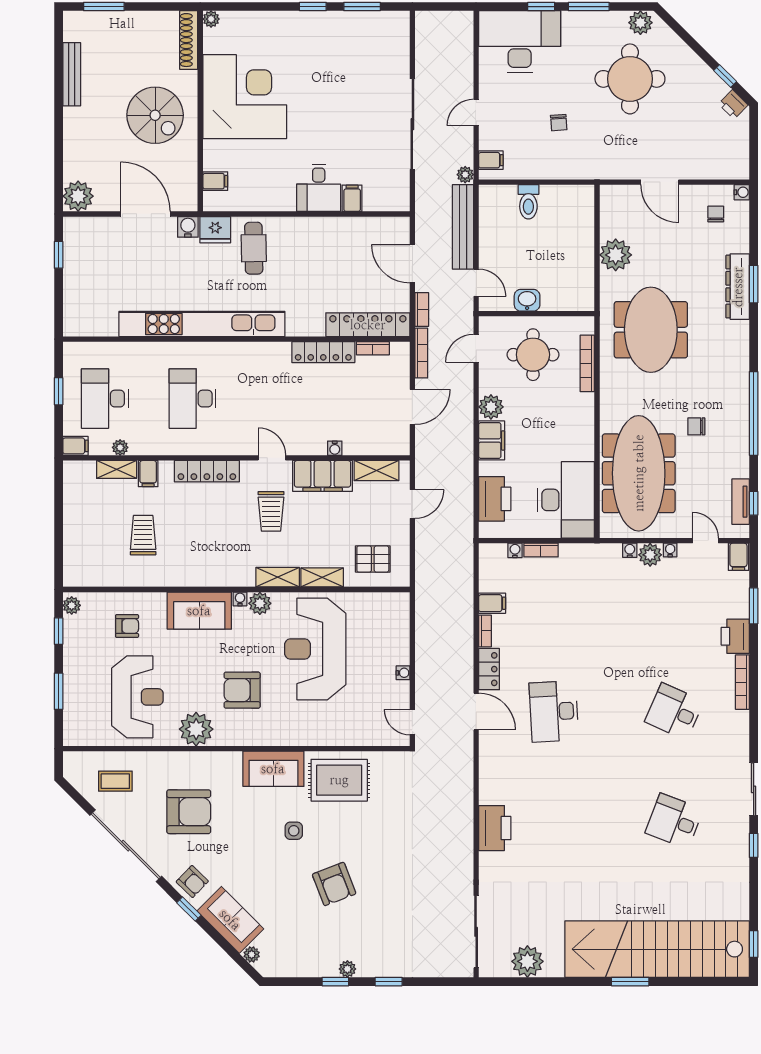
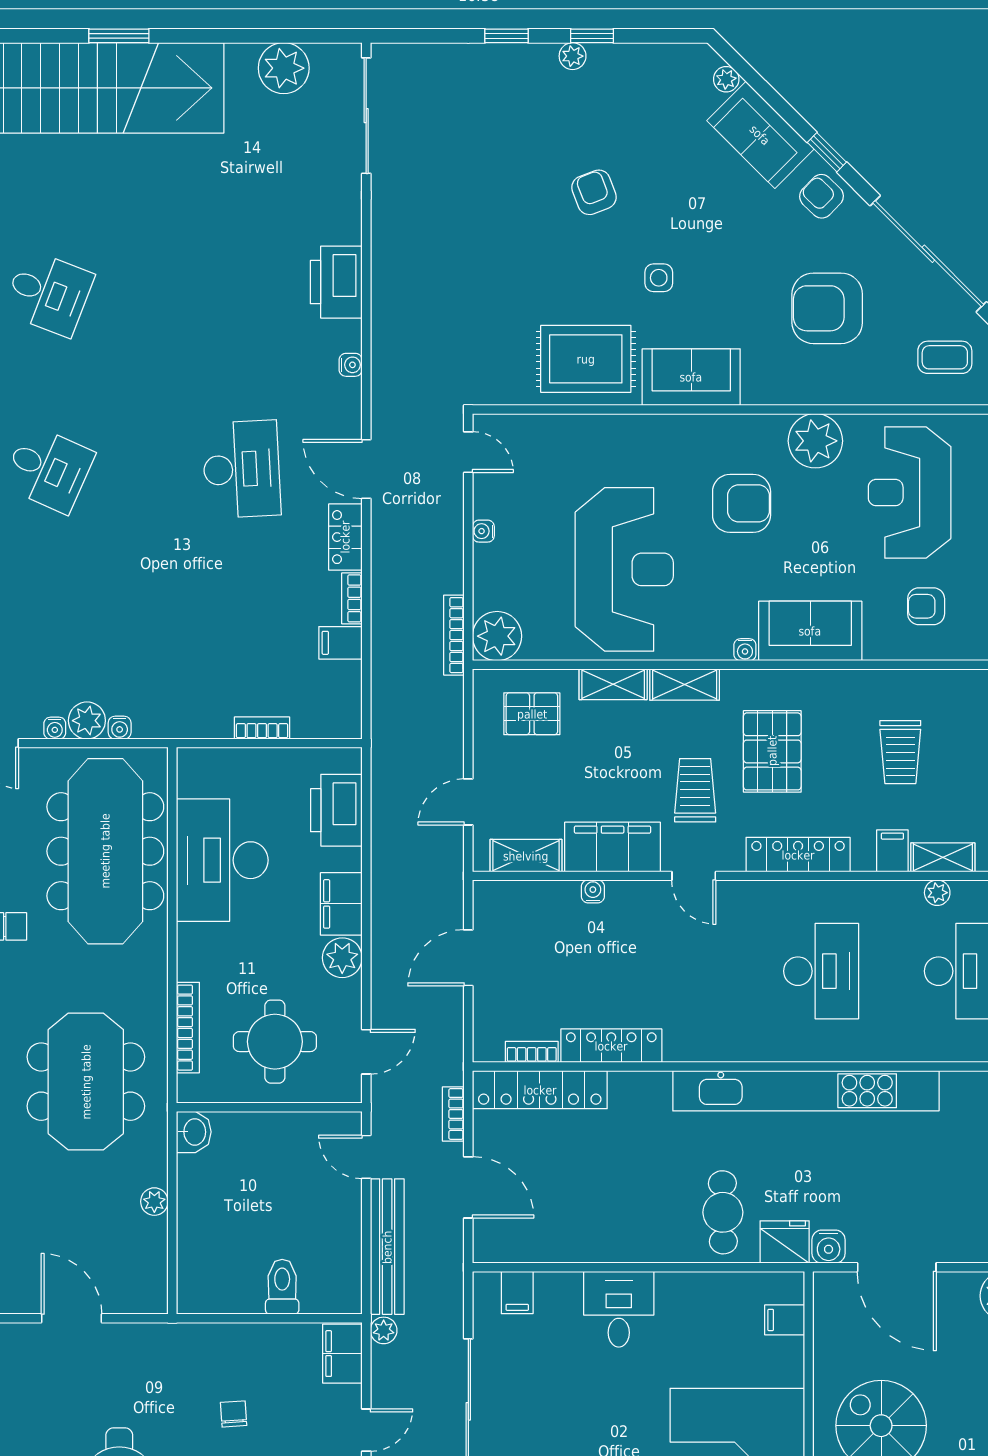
filing cabinet: (491, 160) -> (342, 1354), width x2.00
filing cabinet: (352, 198) -> (517, 1292), moved
plant: (616, 255) -> (154, 1202), width x0.53, depth x0.53
washbasin: (527, 300) -> (194, 1132), moved, turned -90
bookcase: (421, 353) -> (454, 635), moved
desk: (566, 500) -> (222, 860), moved
pallet: (223, 536) -> (772, 751), added
water cooler: (515, 550) -> (351, 365), moved, turned -90
plant: (260, 603) -> (497, 636), moved, width x1.36, depth x1.36
armchair: (334, 884) -> (594, 192), width x0.72, depth x0.72

